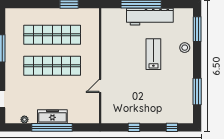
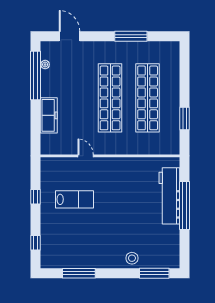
workbench: (150, 17) -> (169, 196), moved
lab bench: (153, 54) -> (74, 199), moved
freezer: (52, 116) -> (49, 115), moved
window: (52, 127) -> (36, 76), moved

